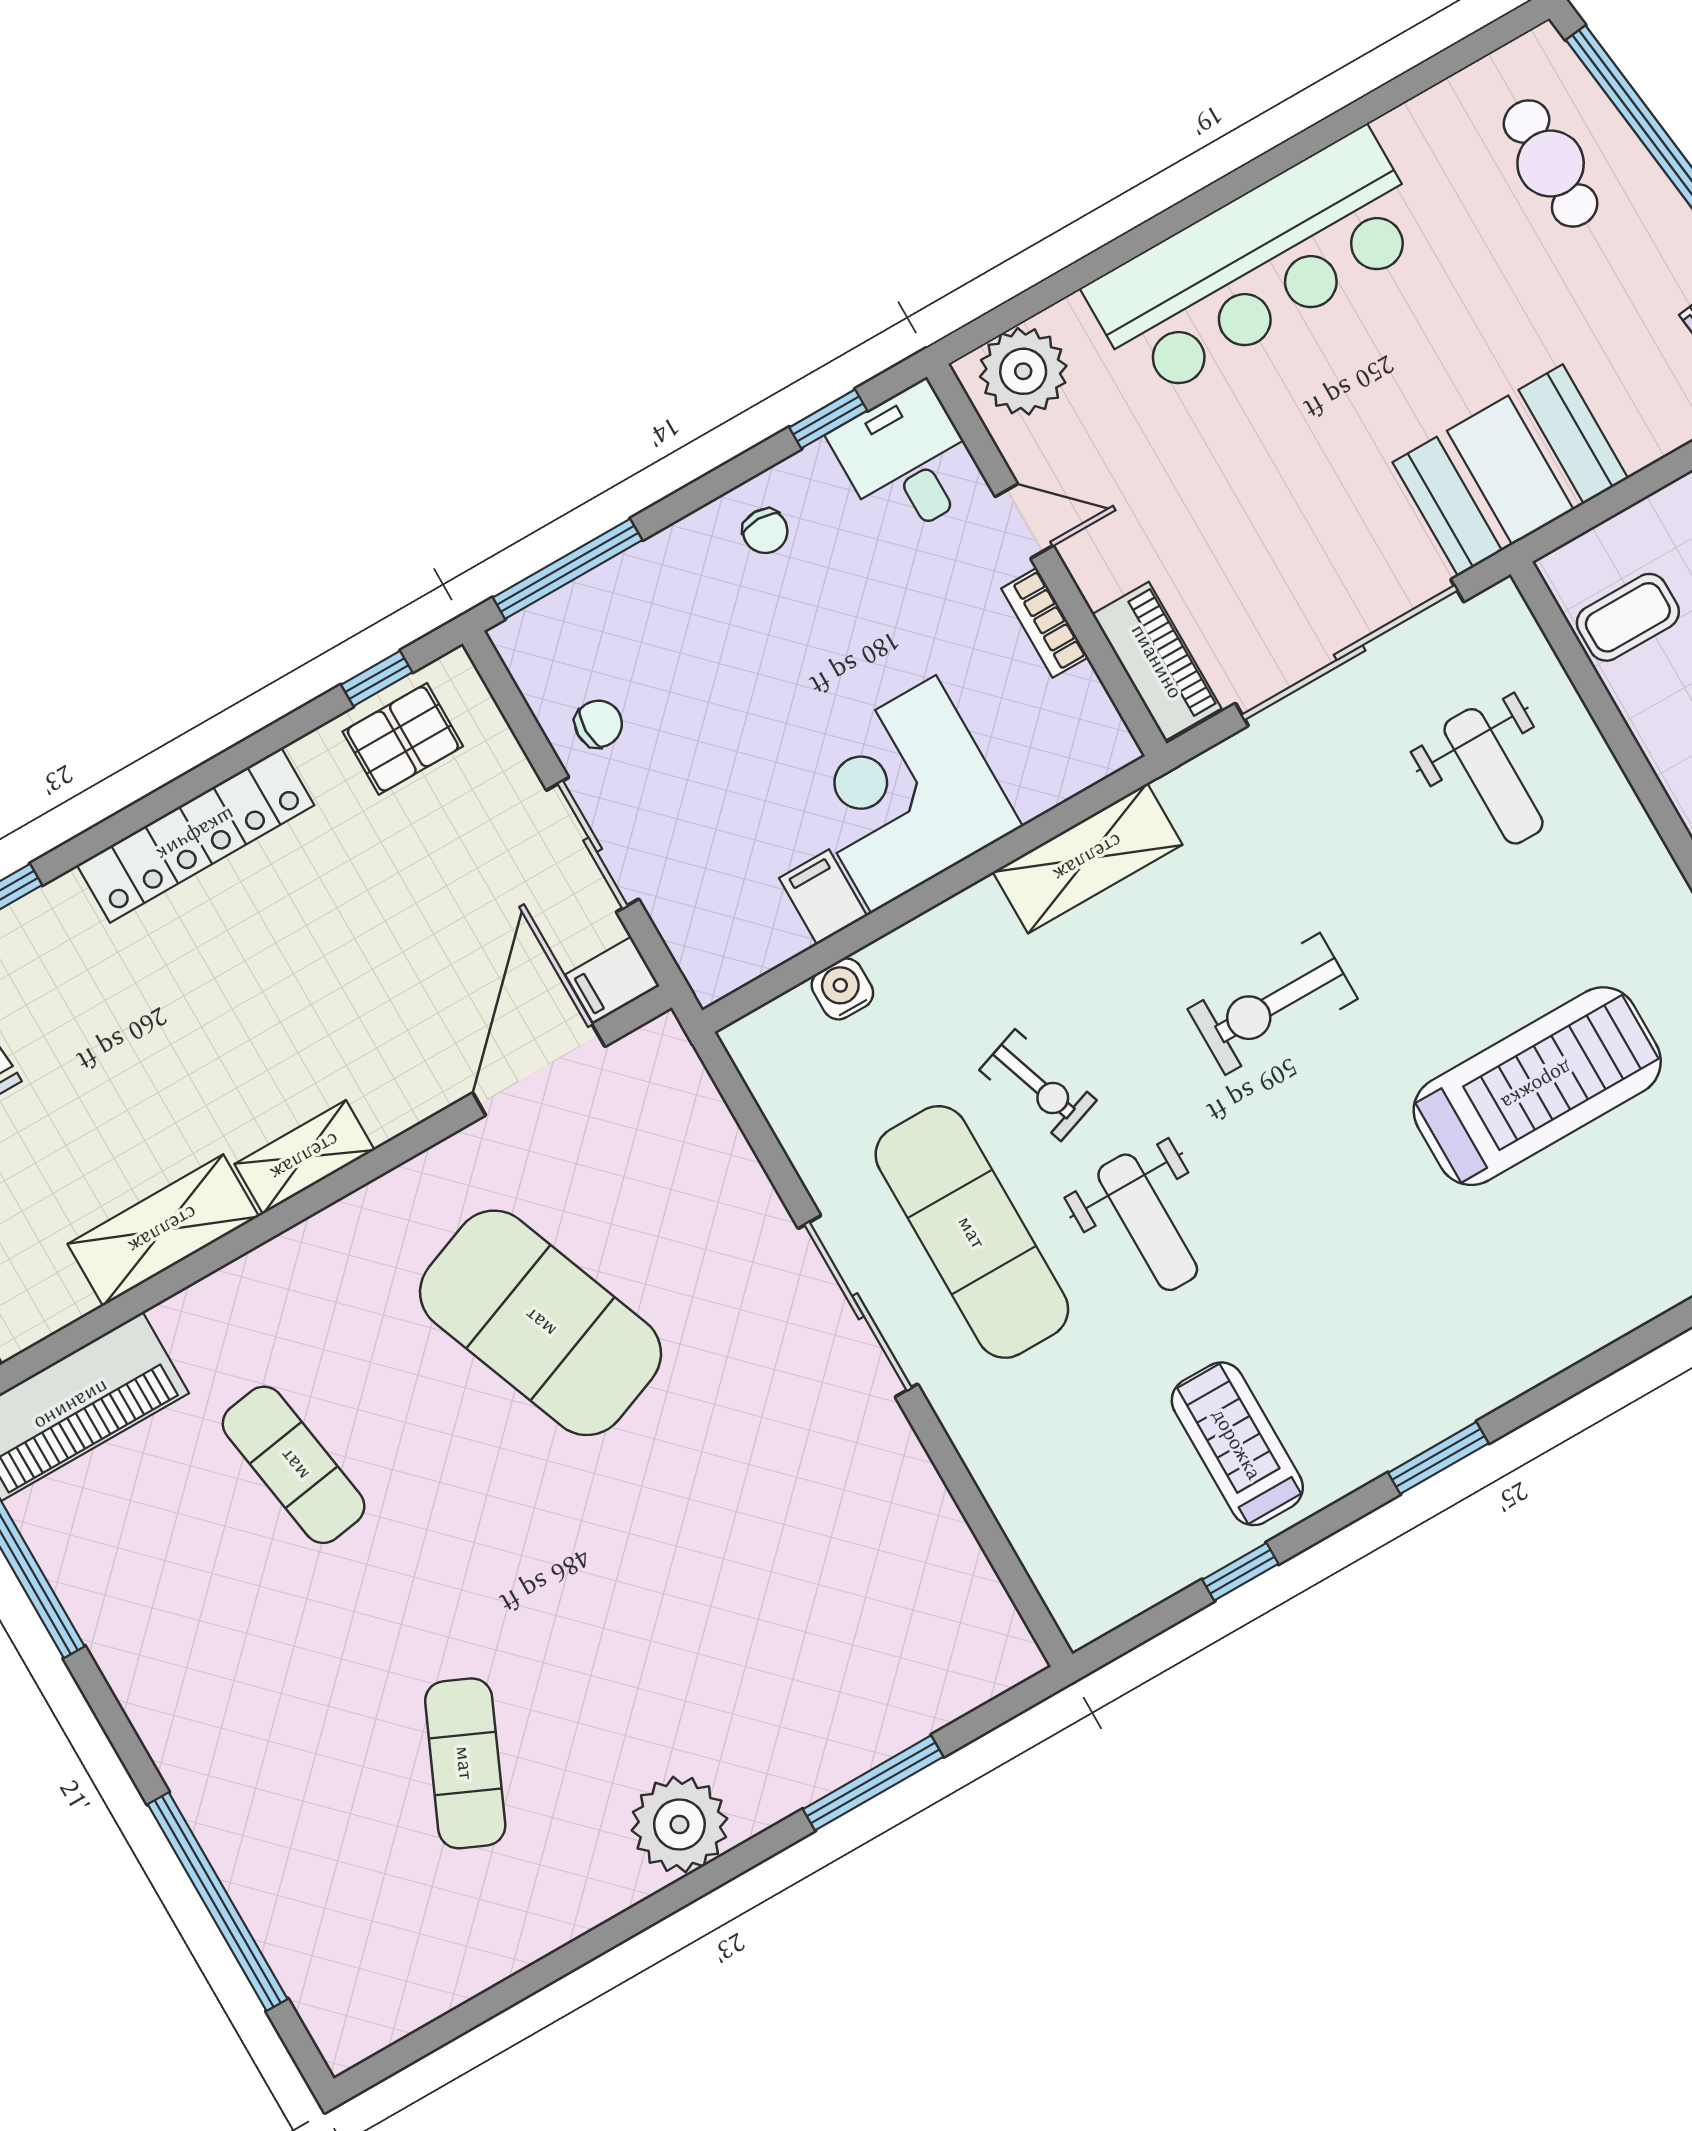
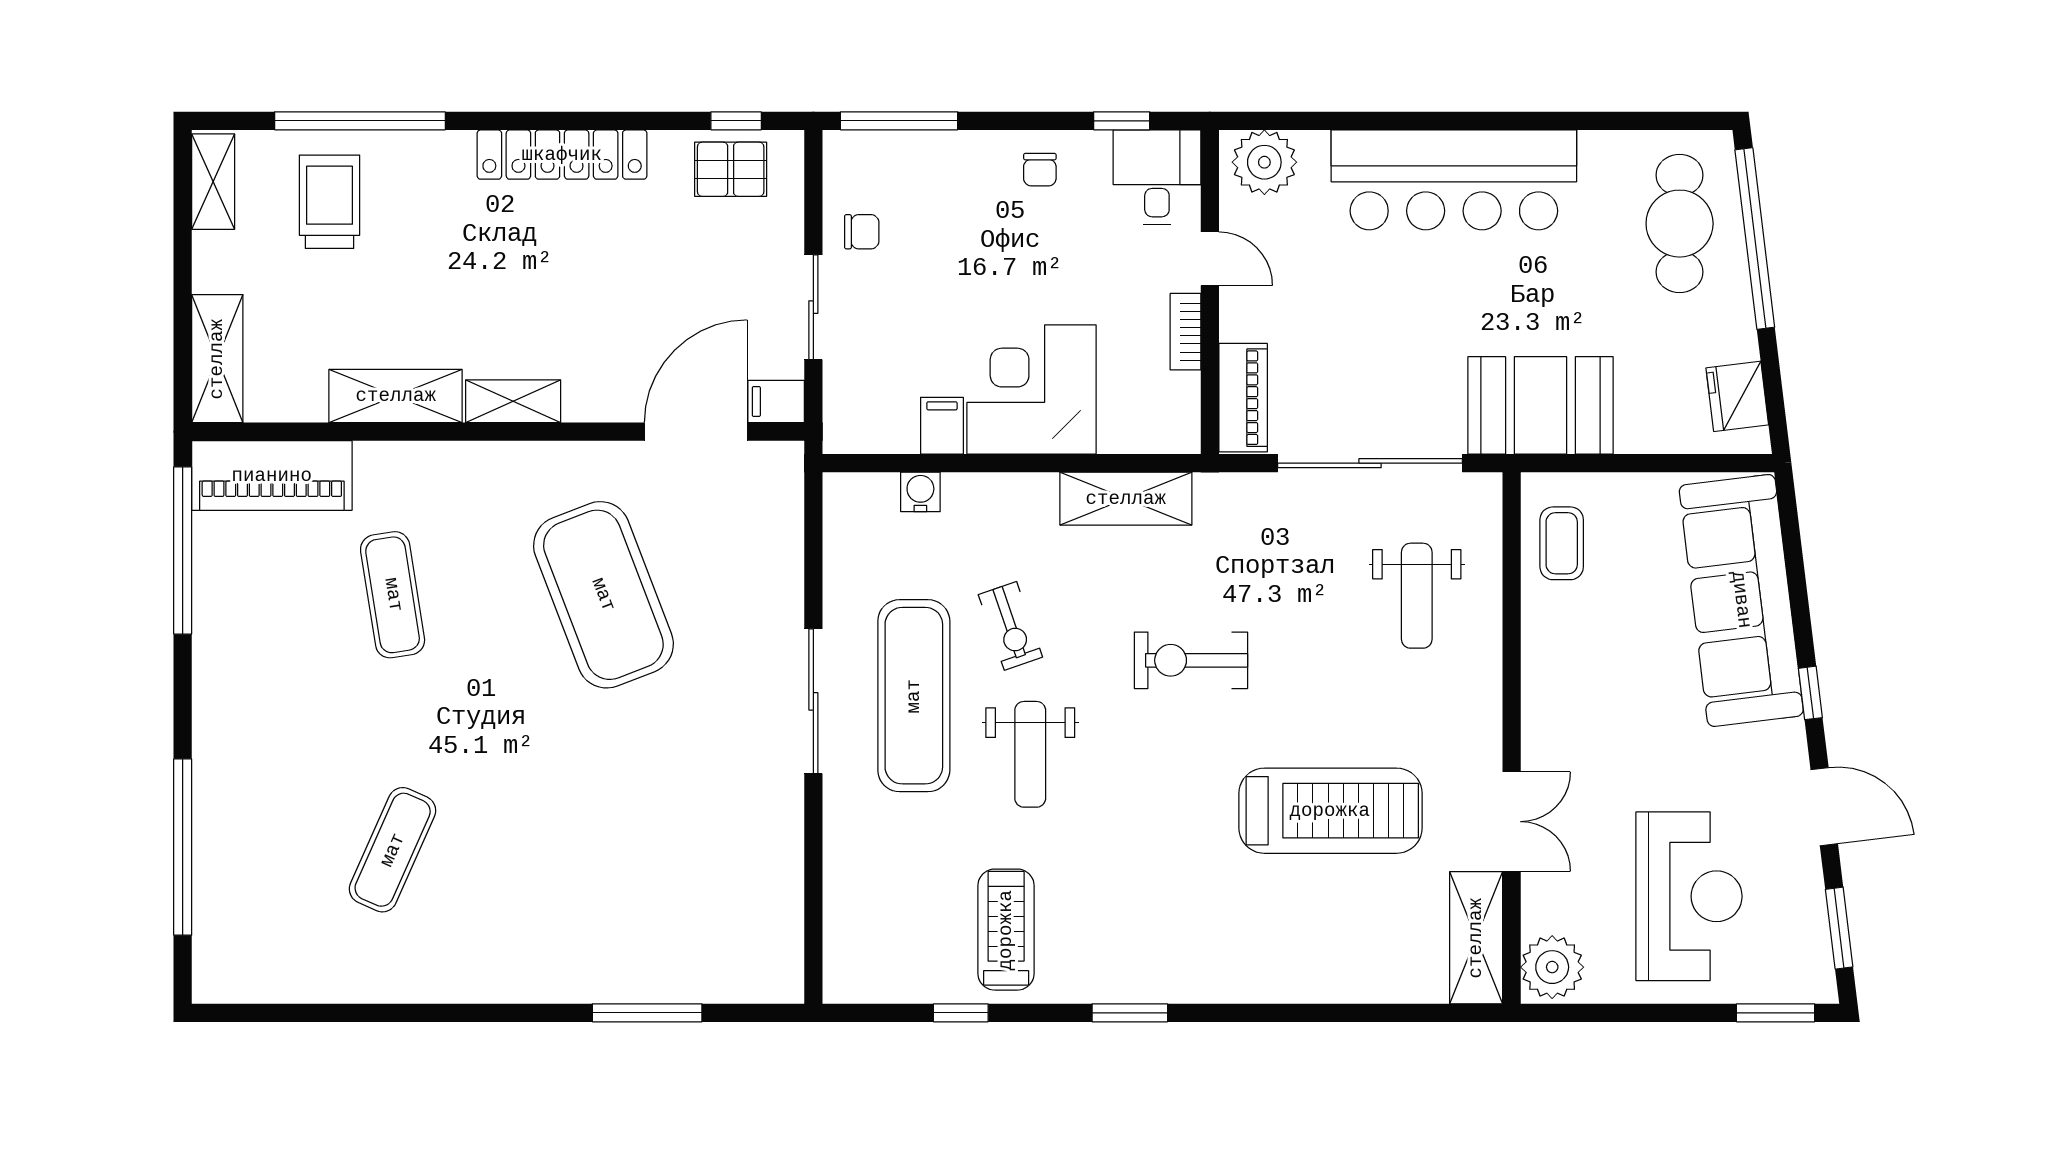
cafe table: (1551, 163) -> (1680, 224), width x1.37, depth x1.35
coffee table: (1628, 617) -> (1562, 543), turned 90
plant: (679, 1825) -> (508, 968), removed

